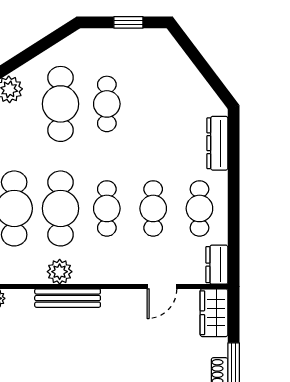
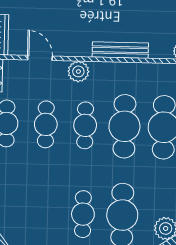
plant: (60, 272) -> (78, 71), moved
door: (162, 287) -> (40, 58), hinge flipped

